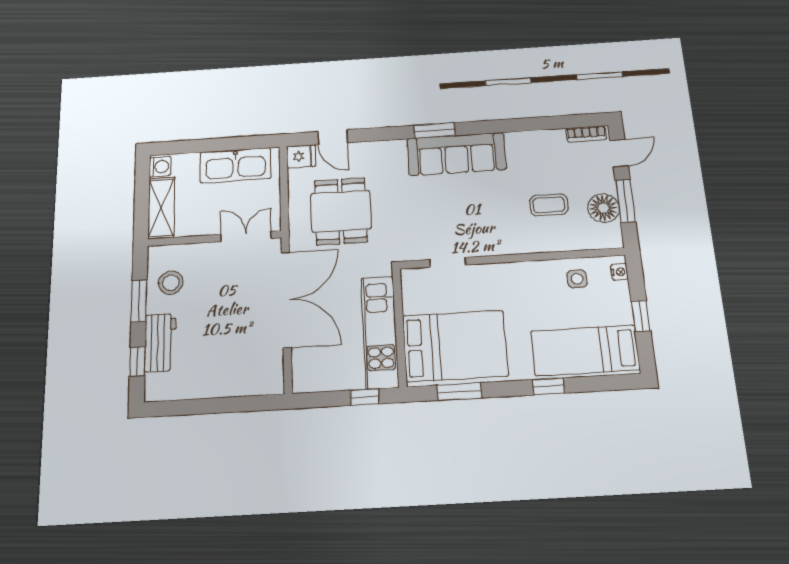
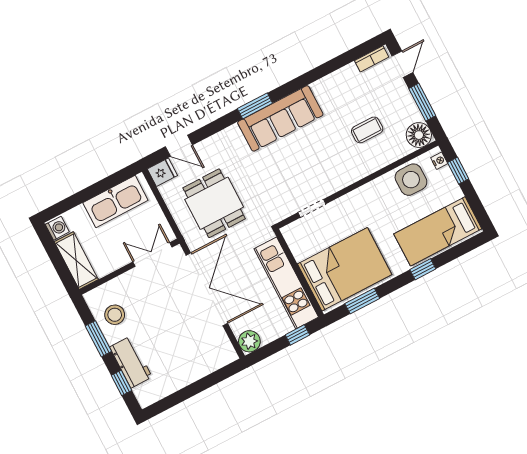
floor lamp: (603, 208) -> (419, 135), moved
side table: (577, 279) -> (411, 180), width x1.87, depth x1.87
window: (641, 316) -> (458, 171), moved
plant: (305, 379) -> (249, 341), added

